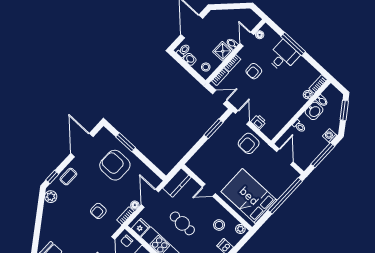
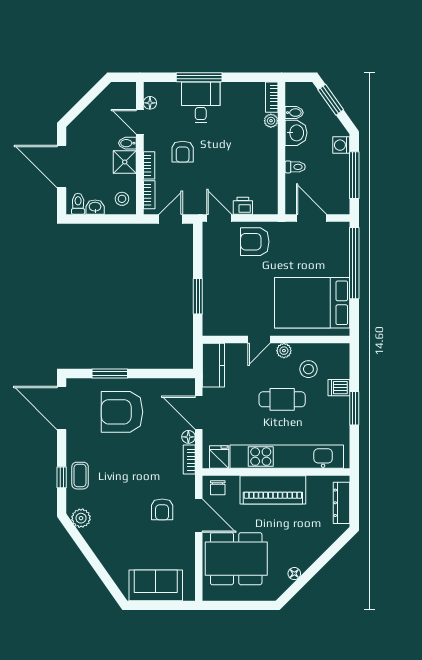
window: (214, 129) -> (198, 296), moved
armchair: (249, 143) -> (255, 242), turned 90
door: (82, 145) -> (62, 408), moved
window: (52, 177) -> (62, 477), moved
armchair: (98, 211) -> (162, 509), moved
cafe table: (182, 223) -> (282, 399), moved
plant: (240, 229) -> (284, 351), moved

